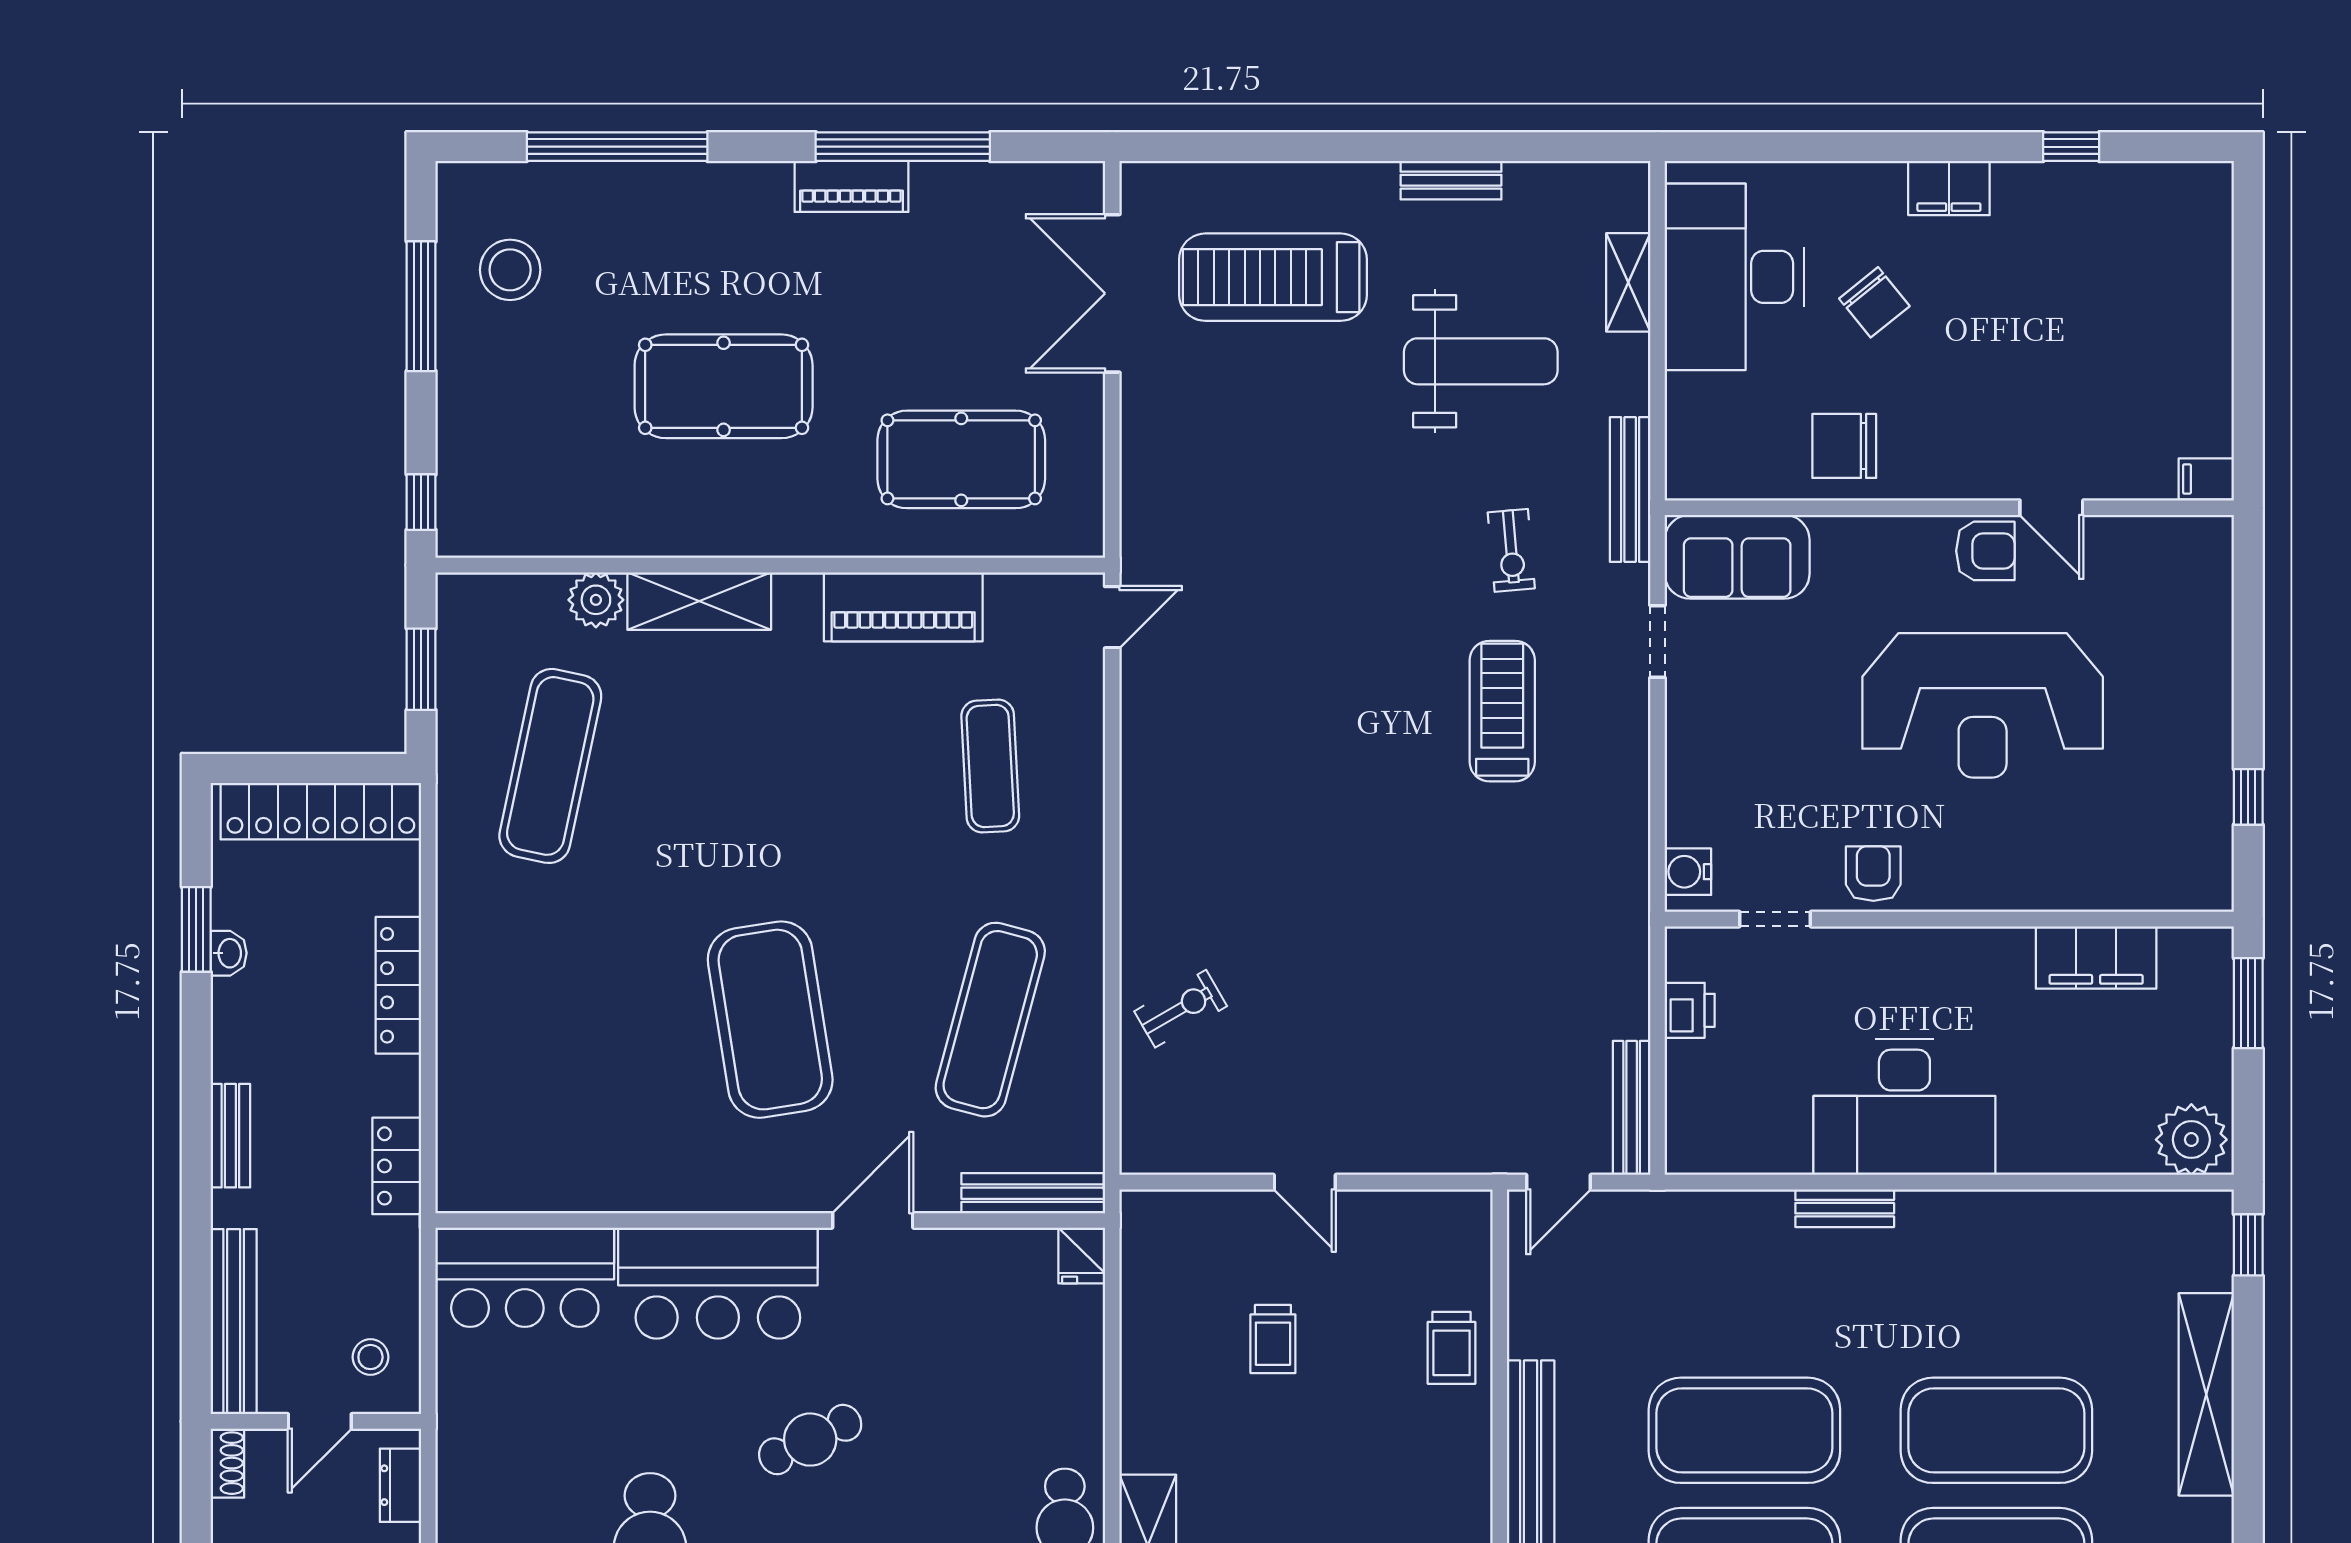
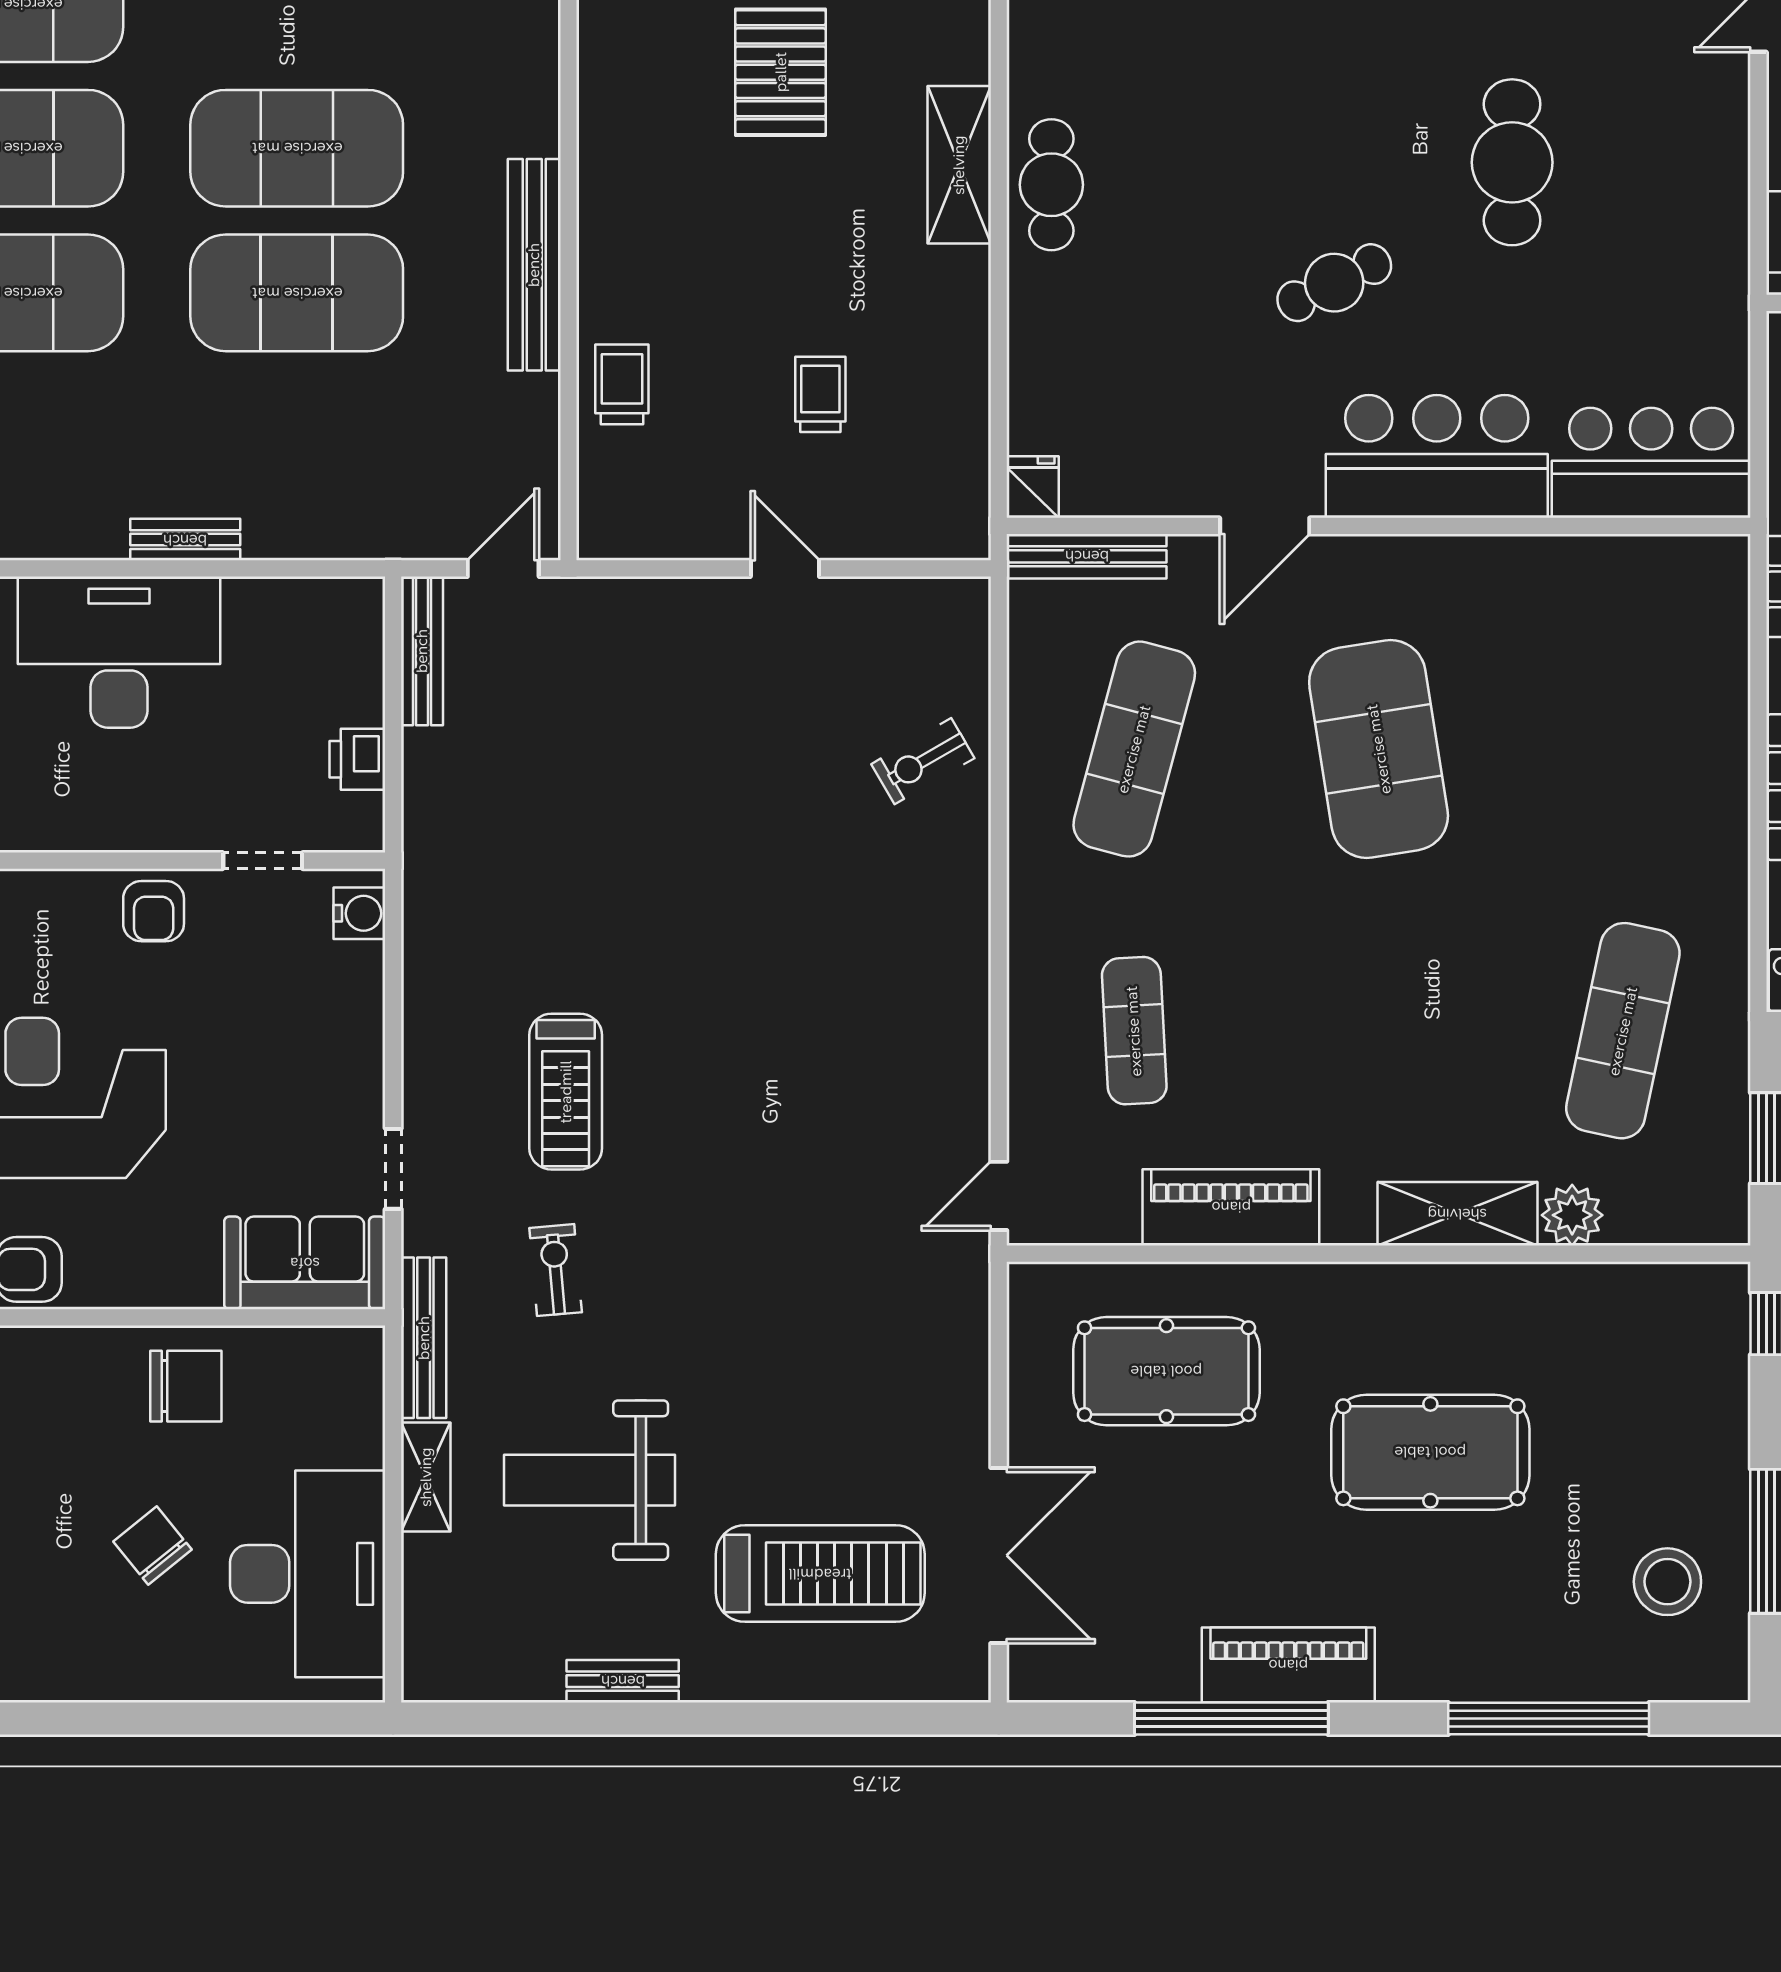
piano: (852, 186) -> (1288, 1665), width x1.37, depth x1.33
filing cabinet: (1949, 188) -> (70, 1672), removed
shelving: (1628, 282) -> (426, 1477), moved

